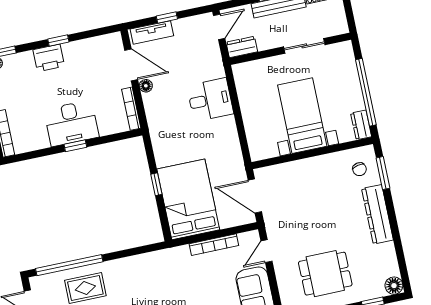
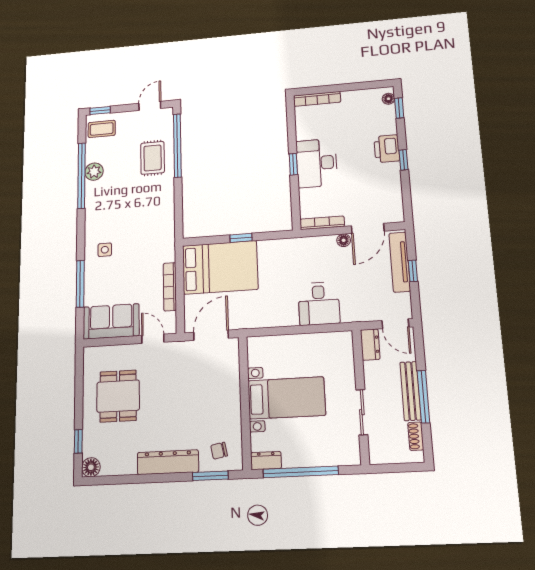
tv unit: (152, 32) -> (400, 262), width x1.41

